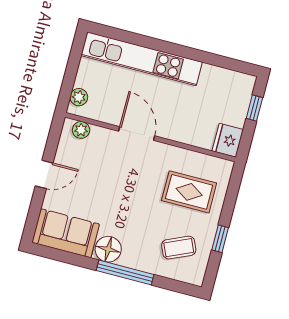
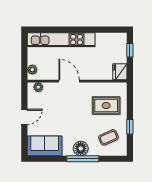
floor lamp: (108, 249) -> (81, 148), moved

